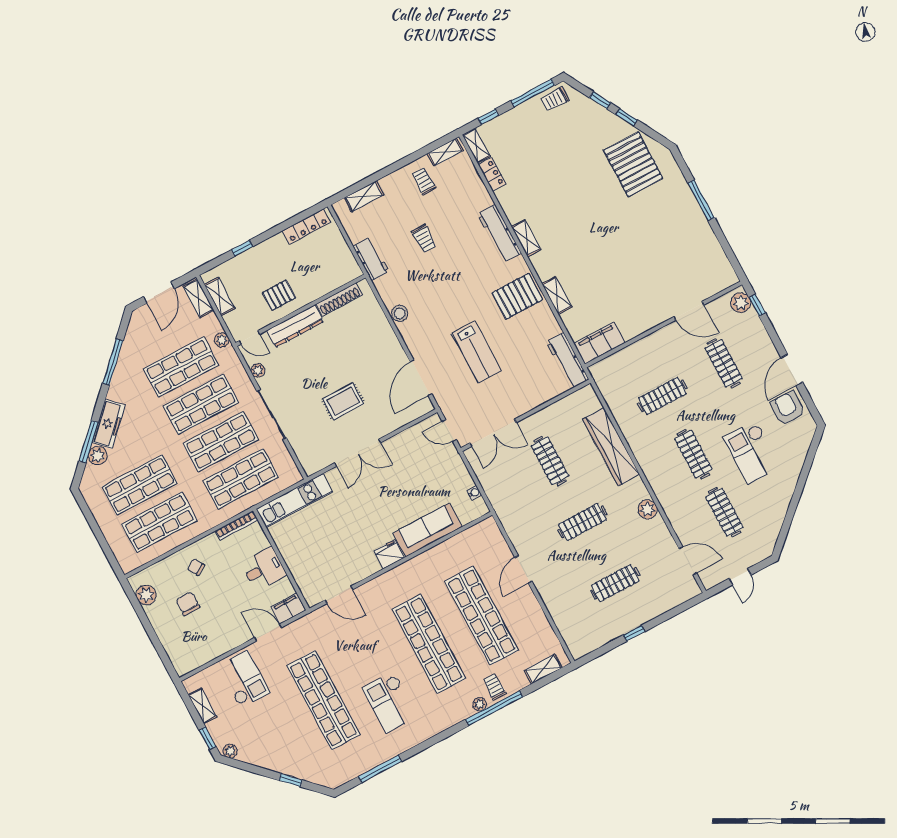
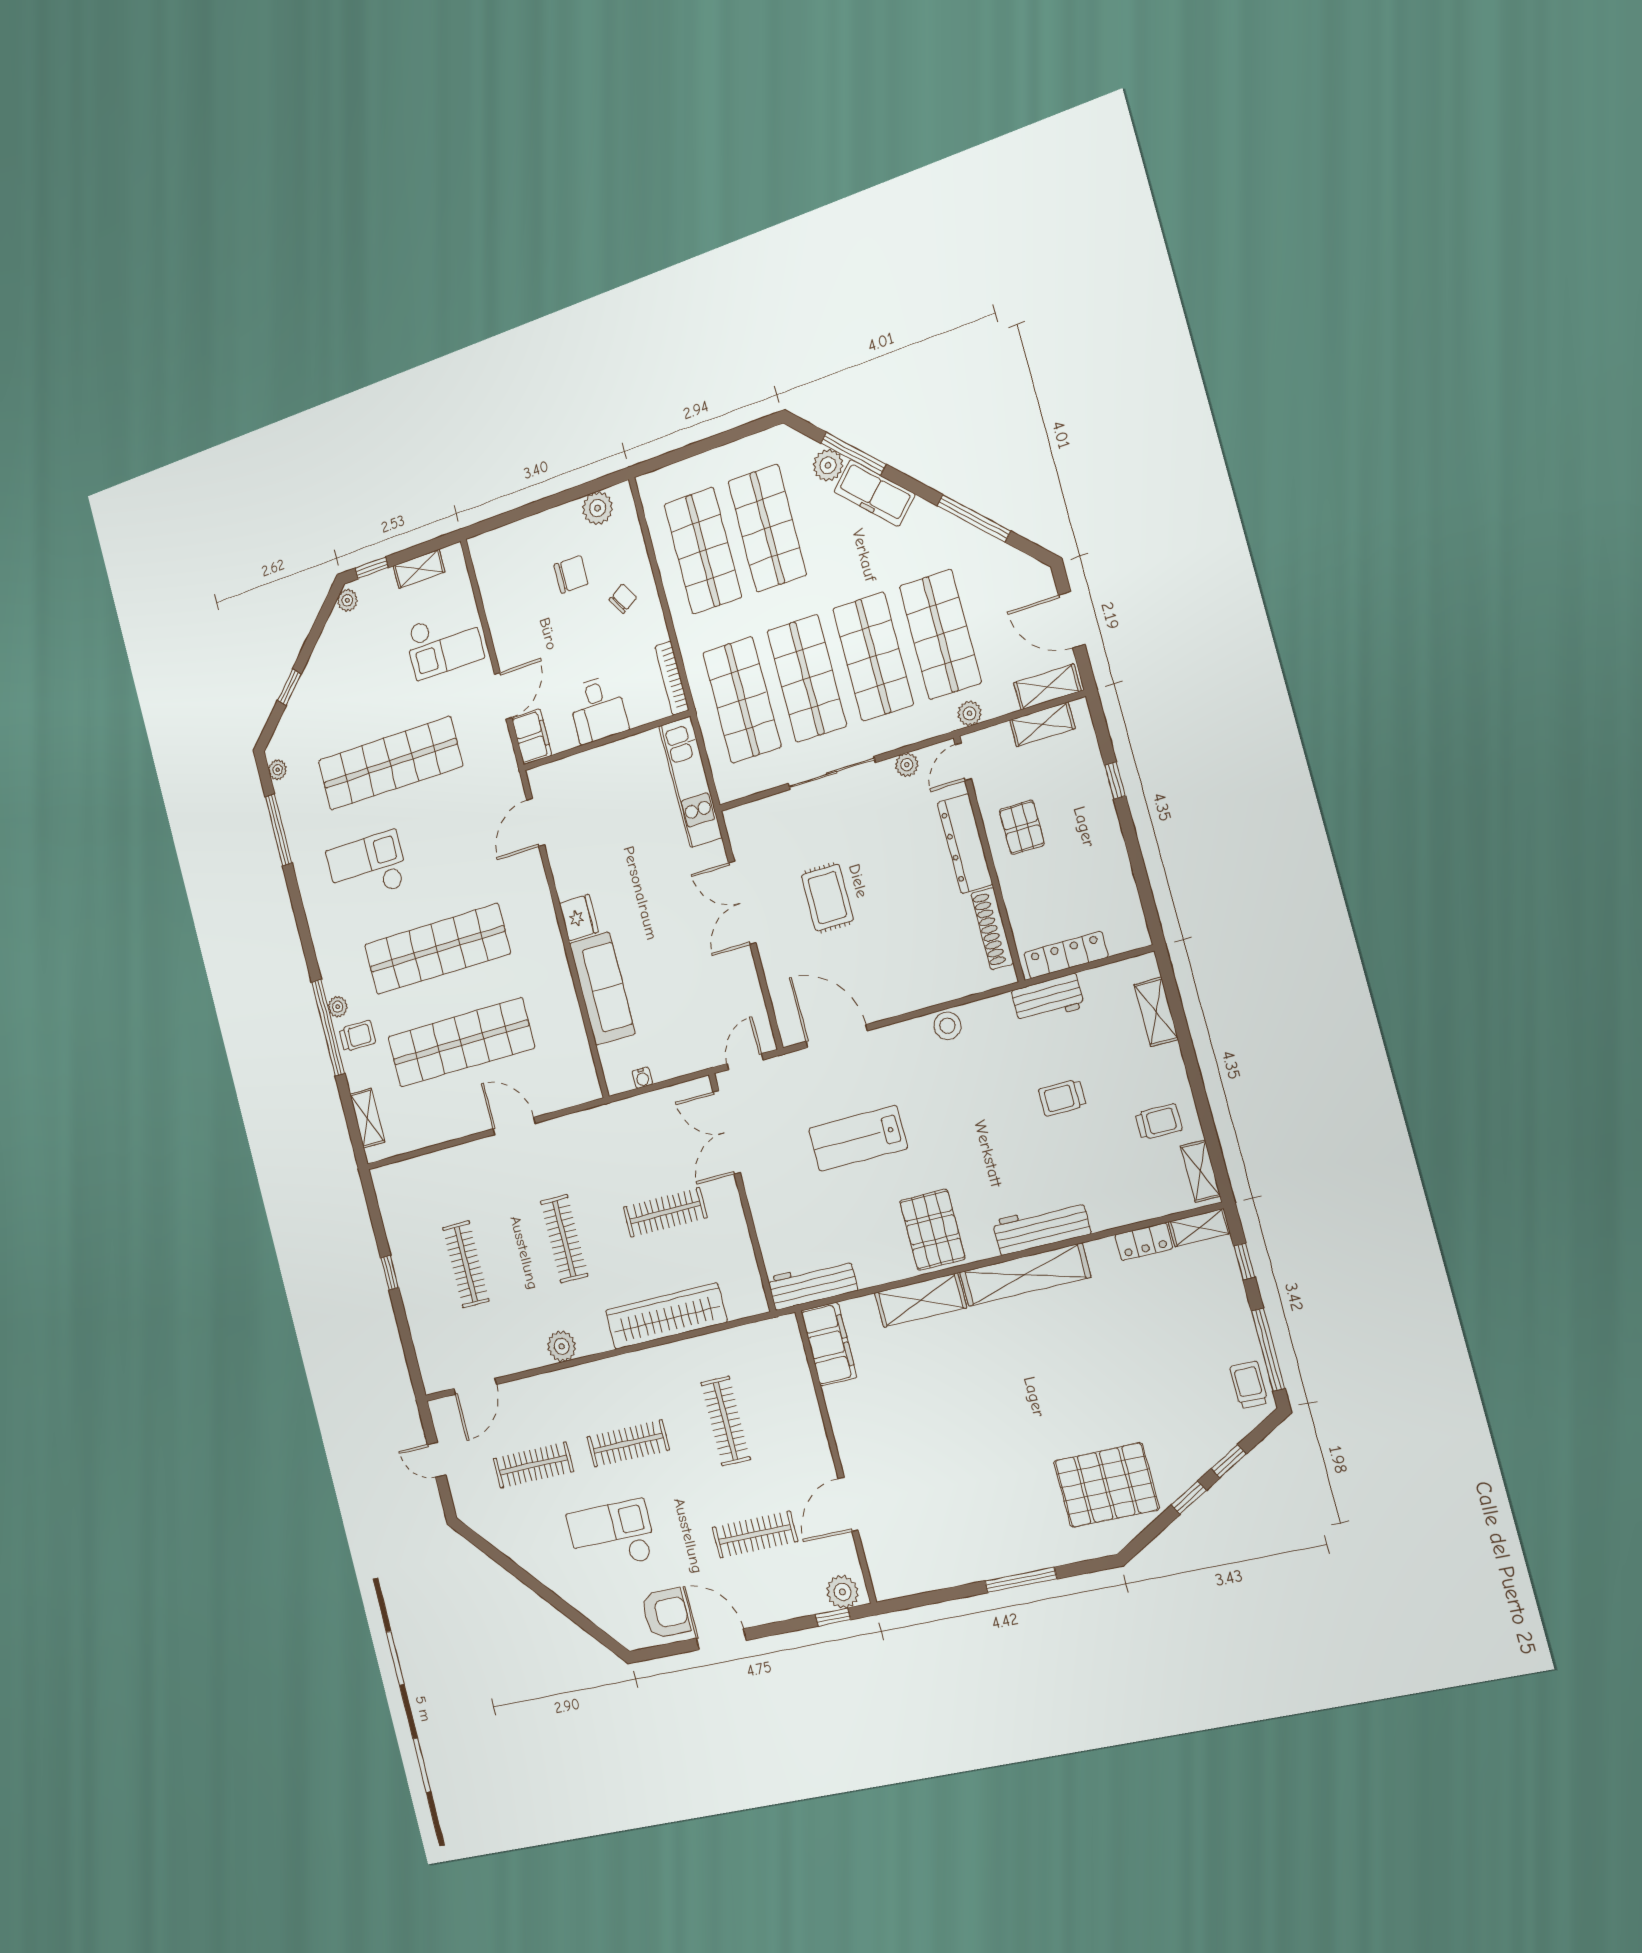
locker: (306, 227) -> (1066, 955), moved, turned 90
shelving: (526, 238) -> (1025, 1275), width x2.20, depth x1.33
shelving: (557, 295) -> (920, 1300), width x1.50, depth x1.33
plant: (343, 778) -> (278, 770), added

